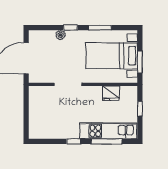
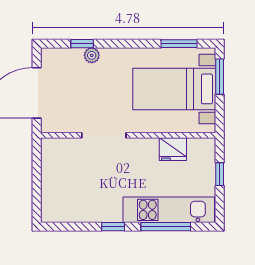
window: (70, 28) -> (82, 44), moved
window: (100, 28) -> (179, 44), moved
window: (140, 62) -> (220, 77), moved

